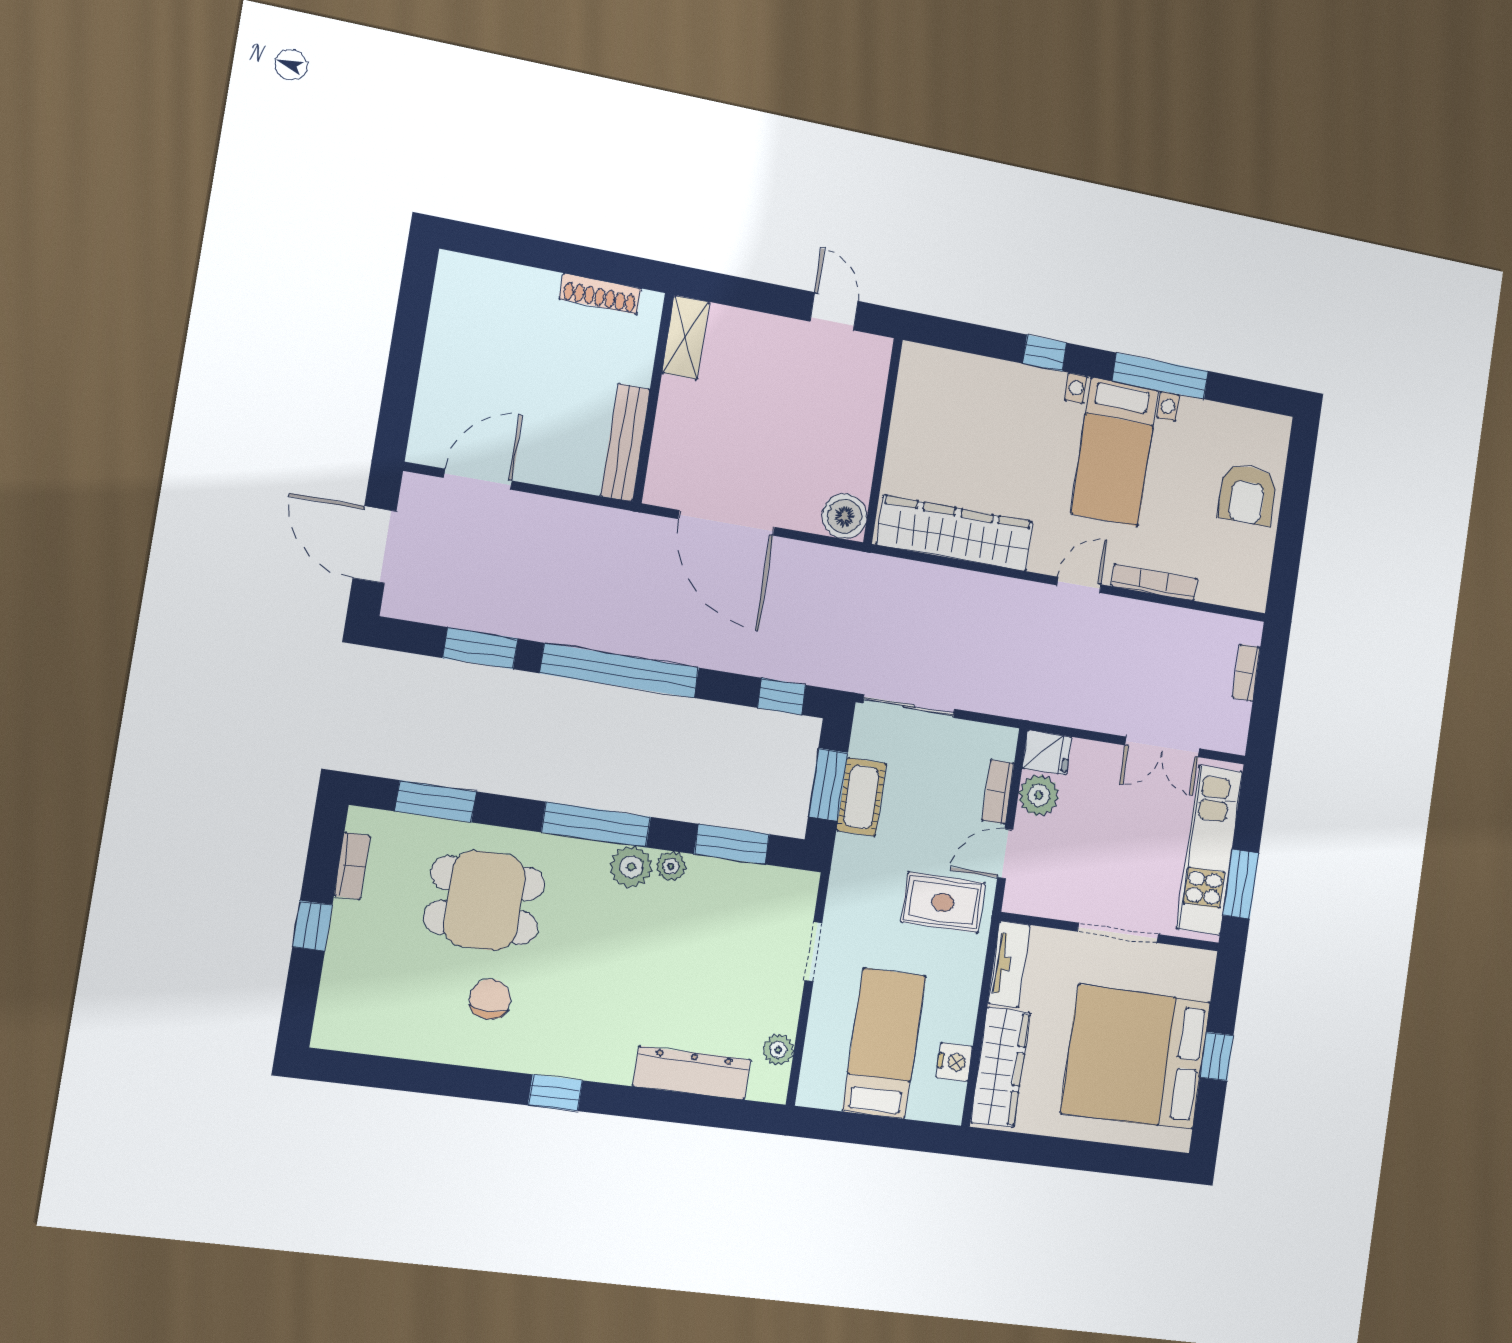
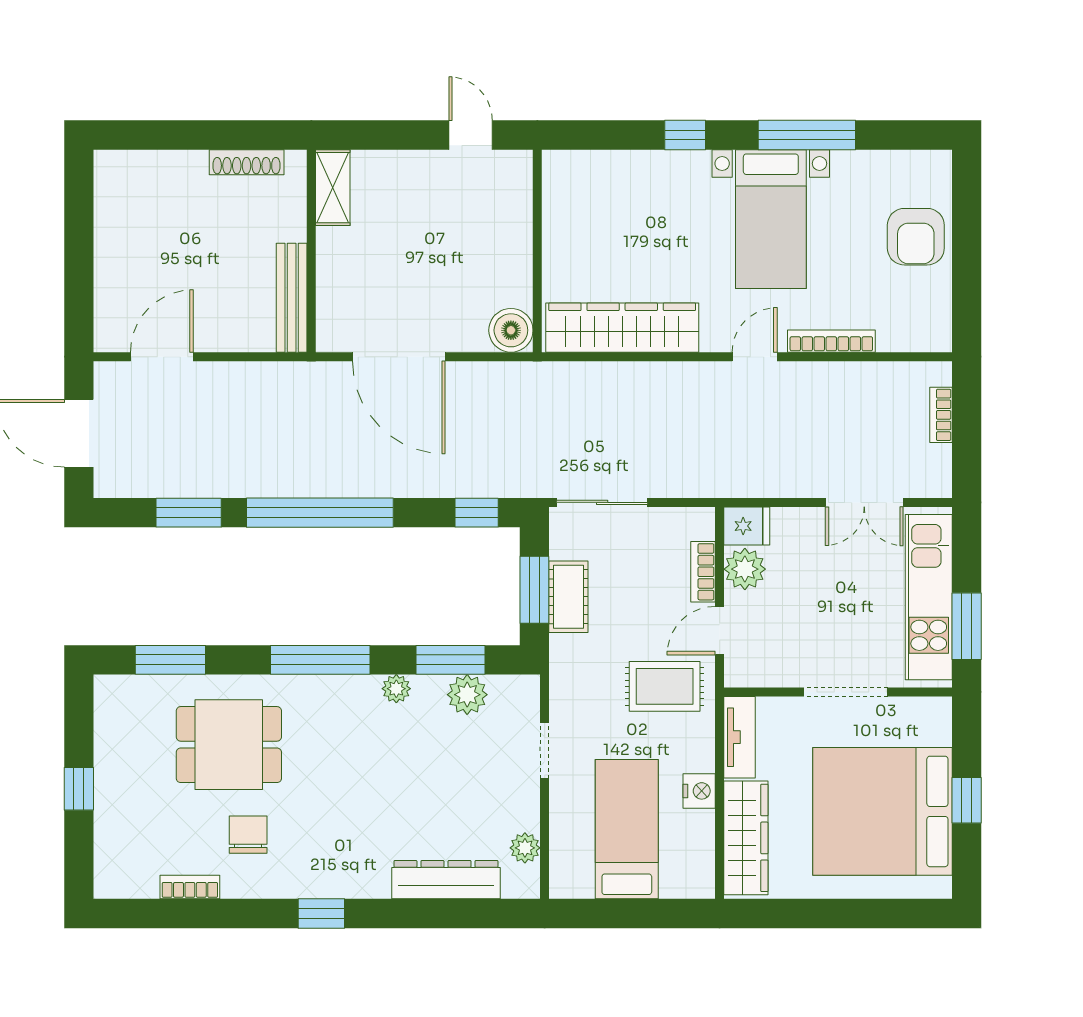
bookcase: (352, 866) -> (190, 887), moved, turned -90
plant: (631, 867) -> (467, 695), moved
nightstand: (954, 1062) -> (699, 791), moved

